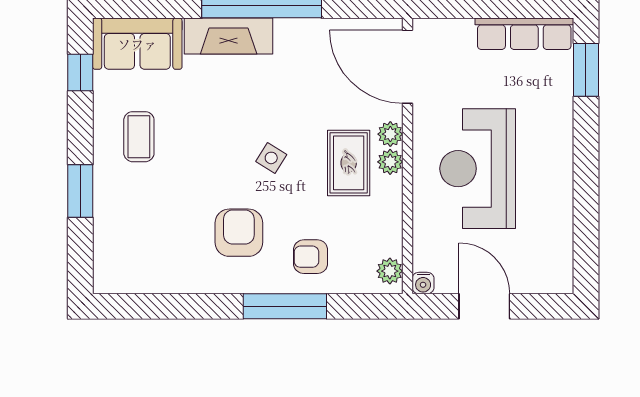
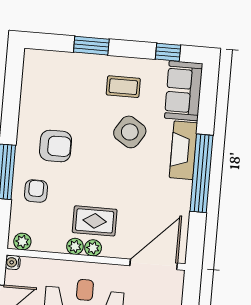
plant: (390, 134) -> (75, 246), moved
side table: (271, 158) -> (130, 132), moved, width x1.87, depth x1.87

